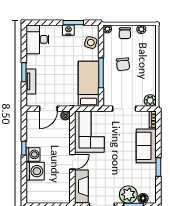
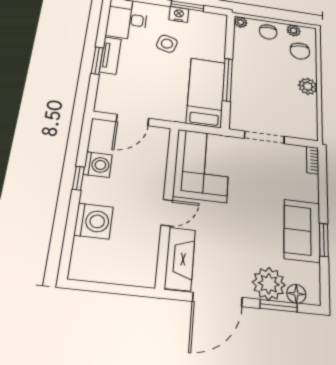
side table: (91, 43) -> (167, 44), moved
chair: (123, 64) -> (300, 51), moved
tv unit: (31, 81) -> (110, 55), moved
plant: (150, 100) -> (308, 86), moved
boiler: (66, 115) -> (162, 135), removed
sofa: (146, 146) -> (302, 231), moved
washing machine: (33, 154) -> (98, 165), moved

